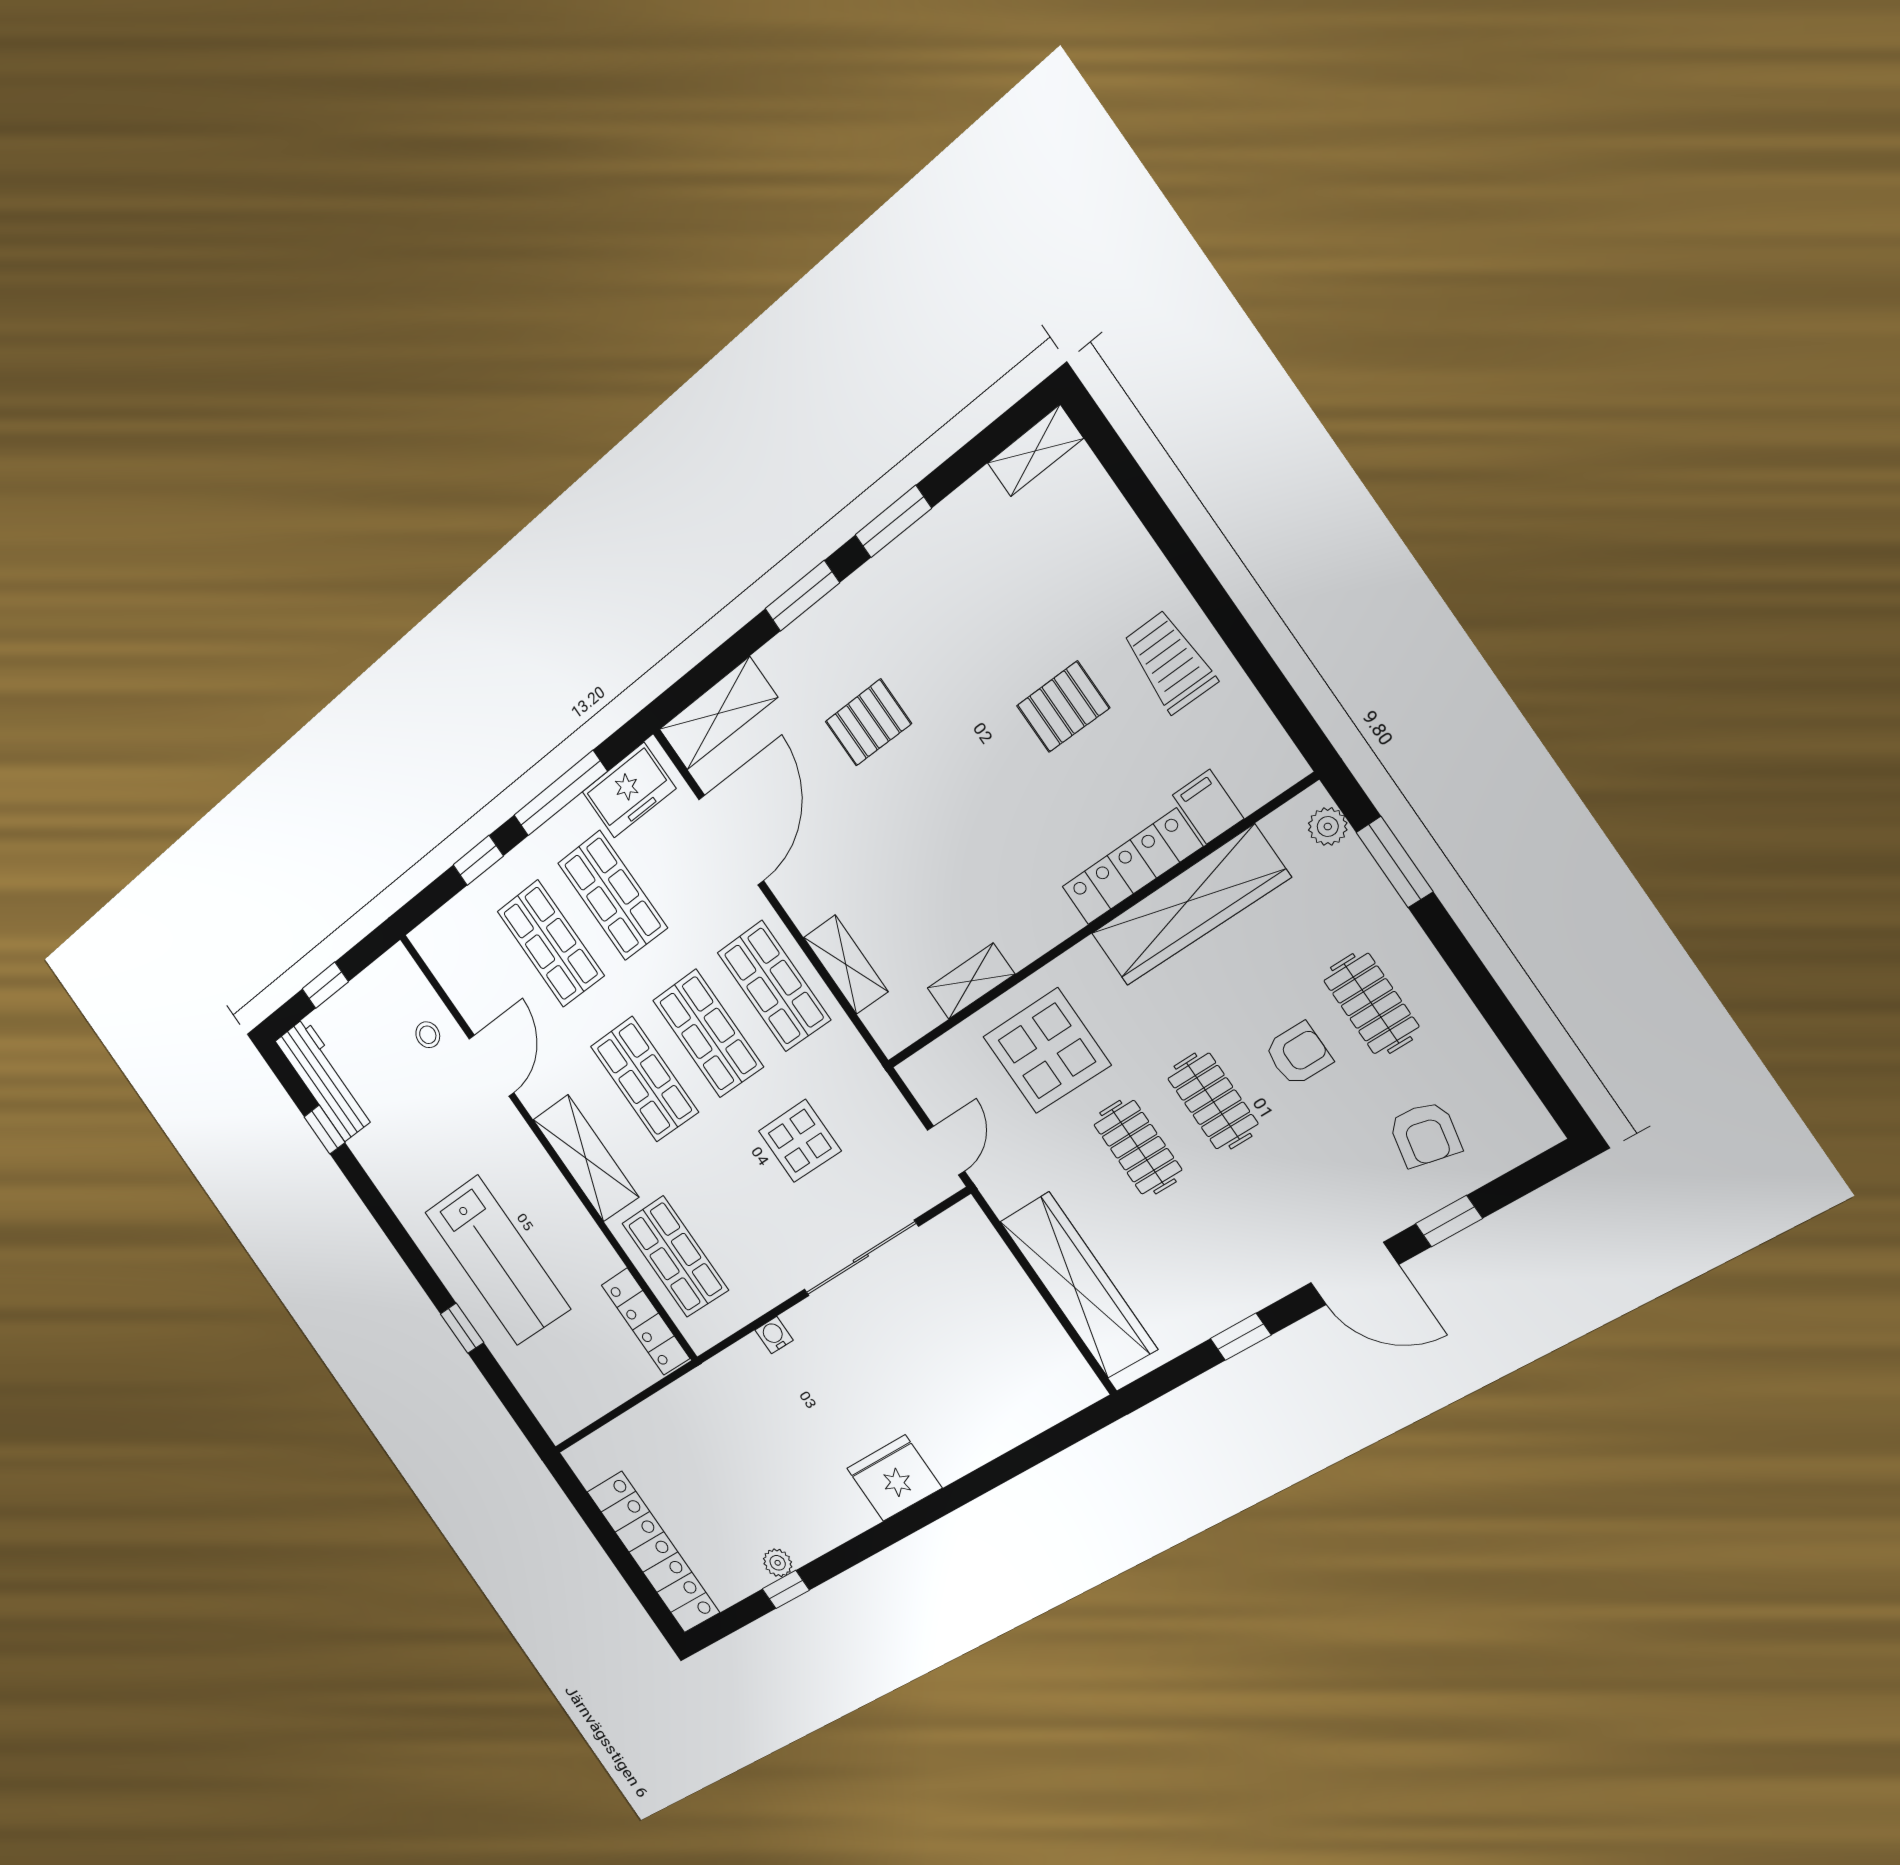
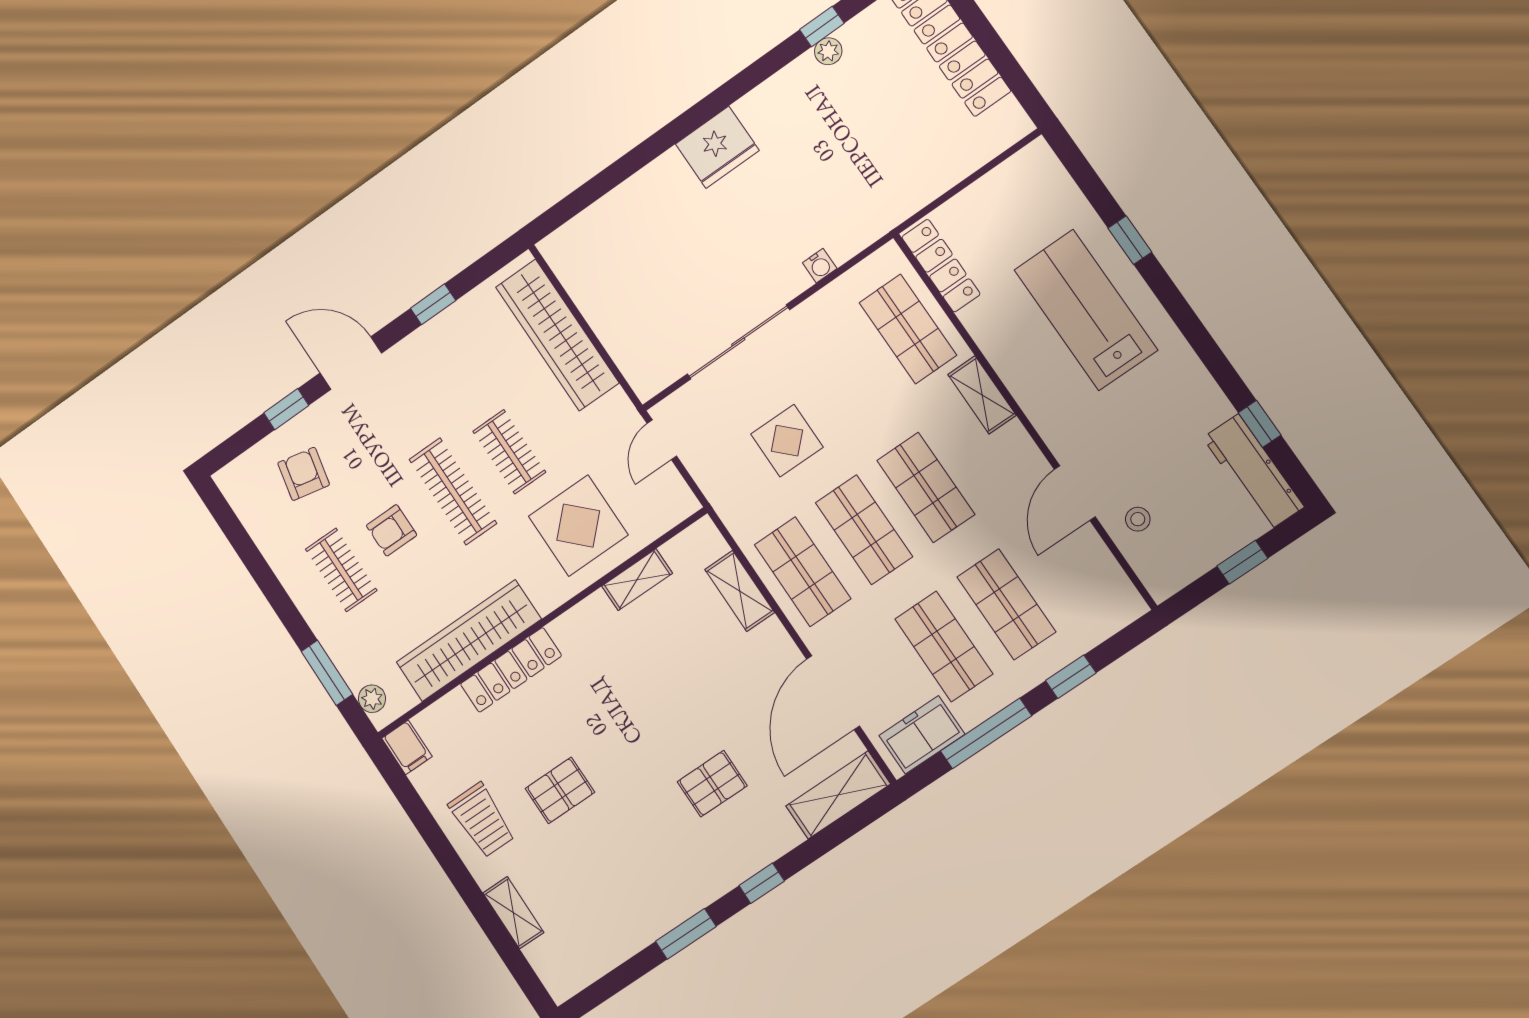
shelving: (1035, 451) -> (513, 913), moved, turned 90
window: (802, 596) -> (762, 883), width x0.67
filing cabinet: (1208, 807) -> (407, 747), moved
clothes rail: (1213, 1101) -> (453, 491), width x1.36
shelving: (586, 1158) -> (982, 395), width x0.67, depth x0.75

